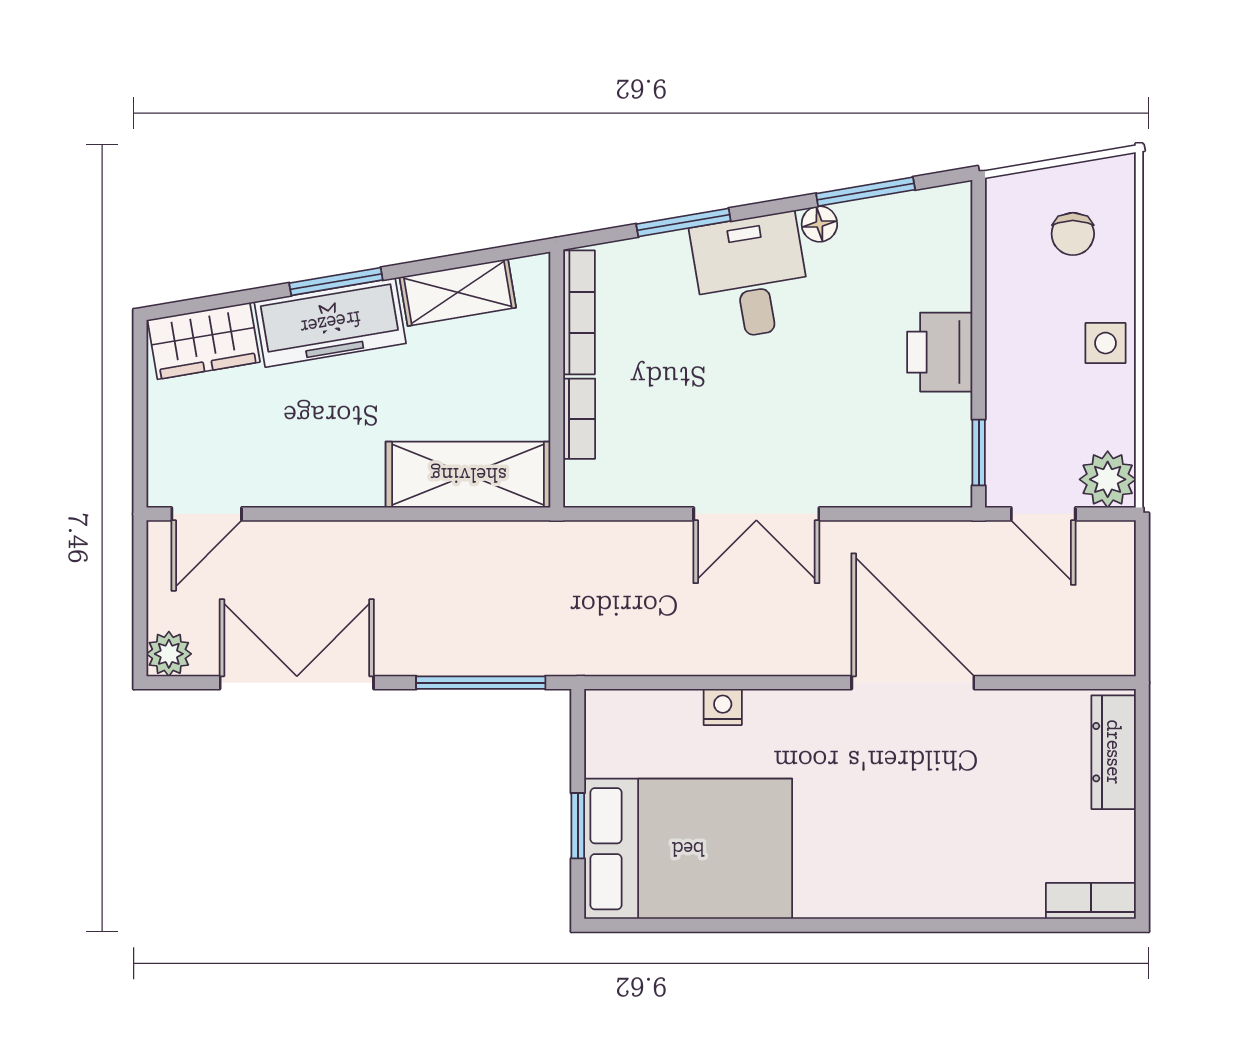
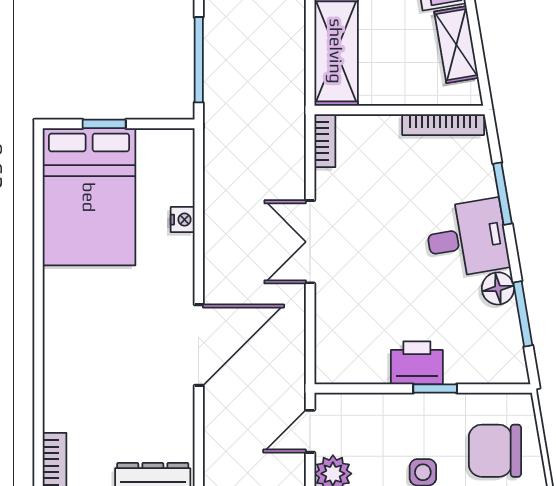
floor lamp: (819, 224) -> (498, 288), width x1.37, depth x1.37
chair: (1073, 234) -> (495, 451), width x1.87, depth x1.87
bookcase: (579, 419) -> (325, 141), moved, turned -90
window: (979, 453) -> (435, 389), moved

